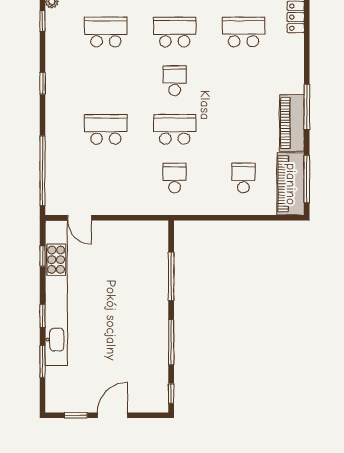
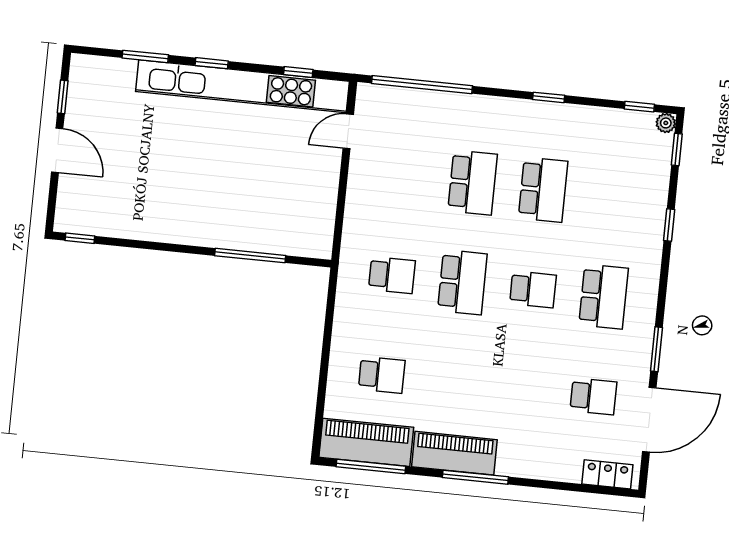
school desk: (106, 32) -> (543, 190), moved
school desk: (243, 32) -> (593, 396), width x0.54
window: (171, 342) -> (154, 246), removed

